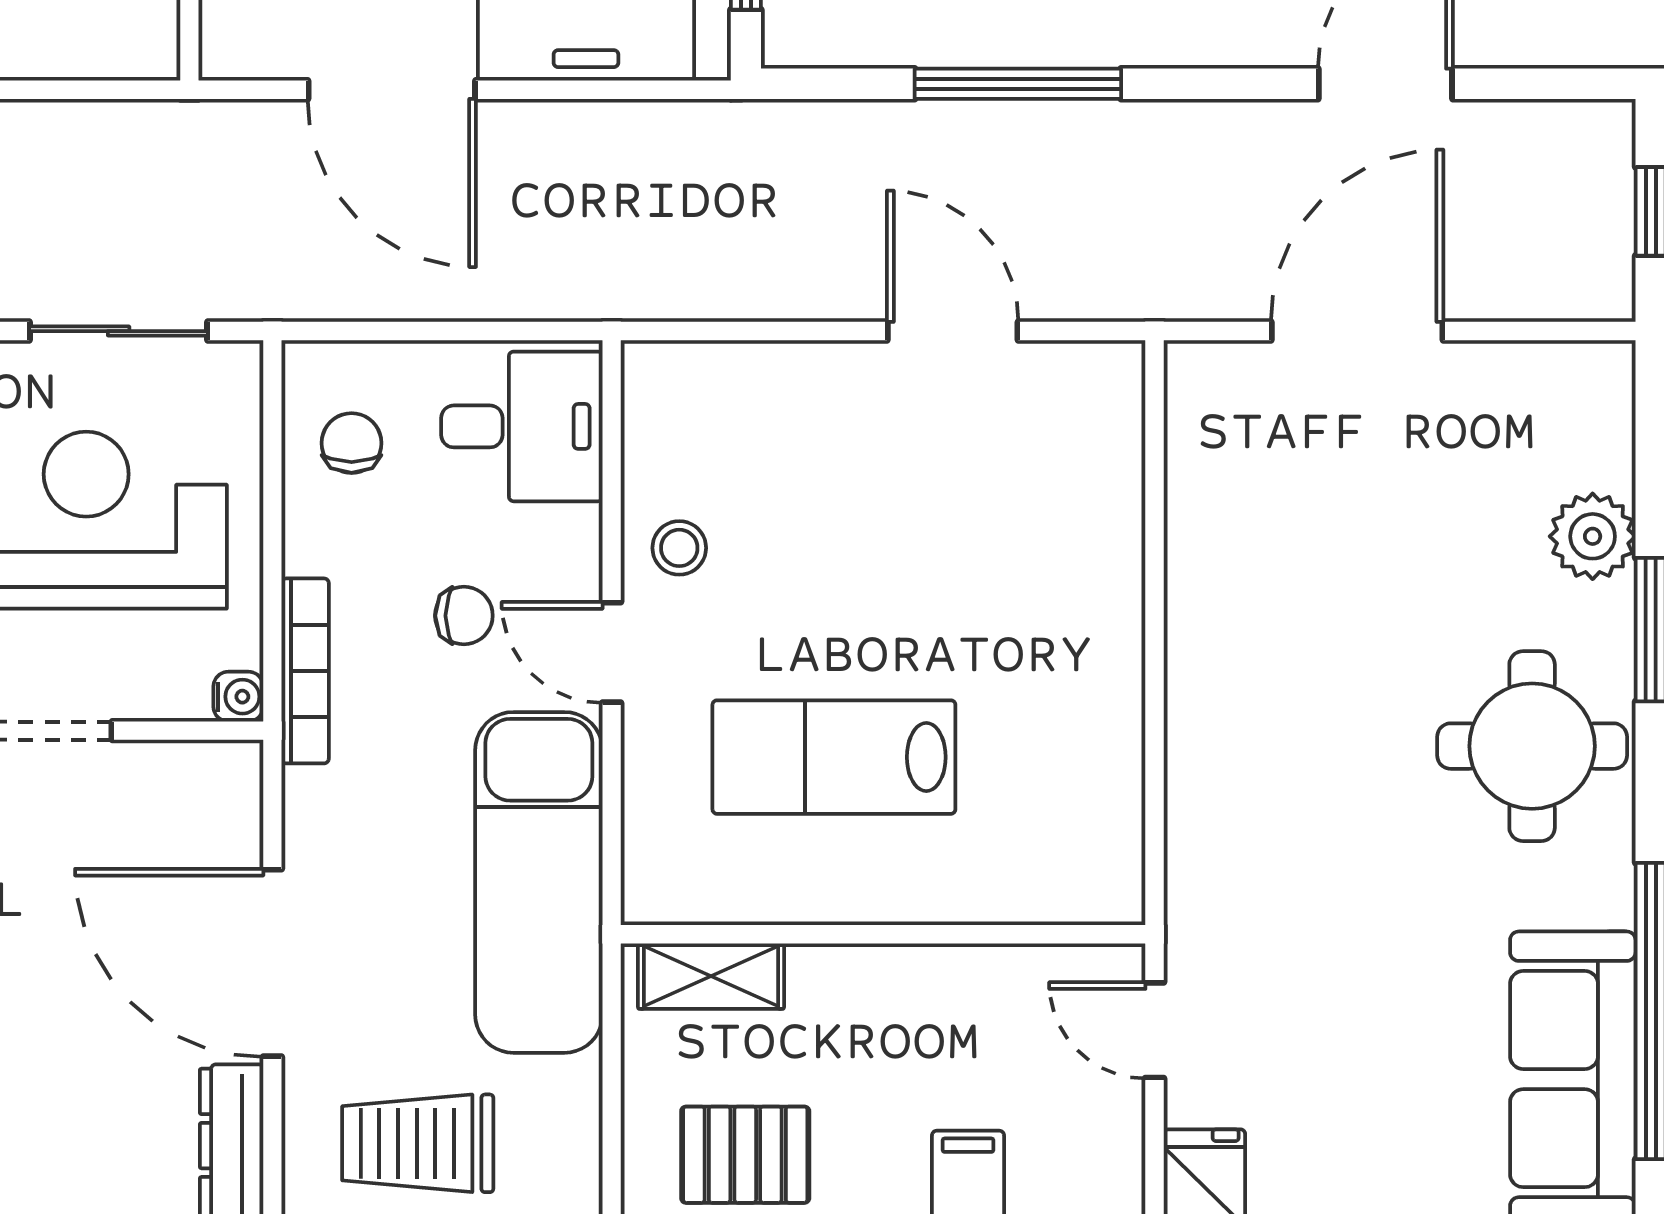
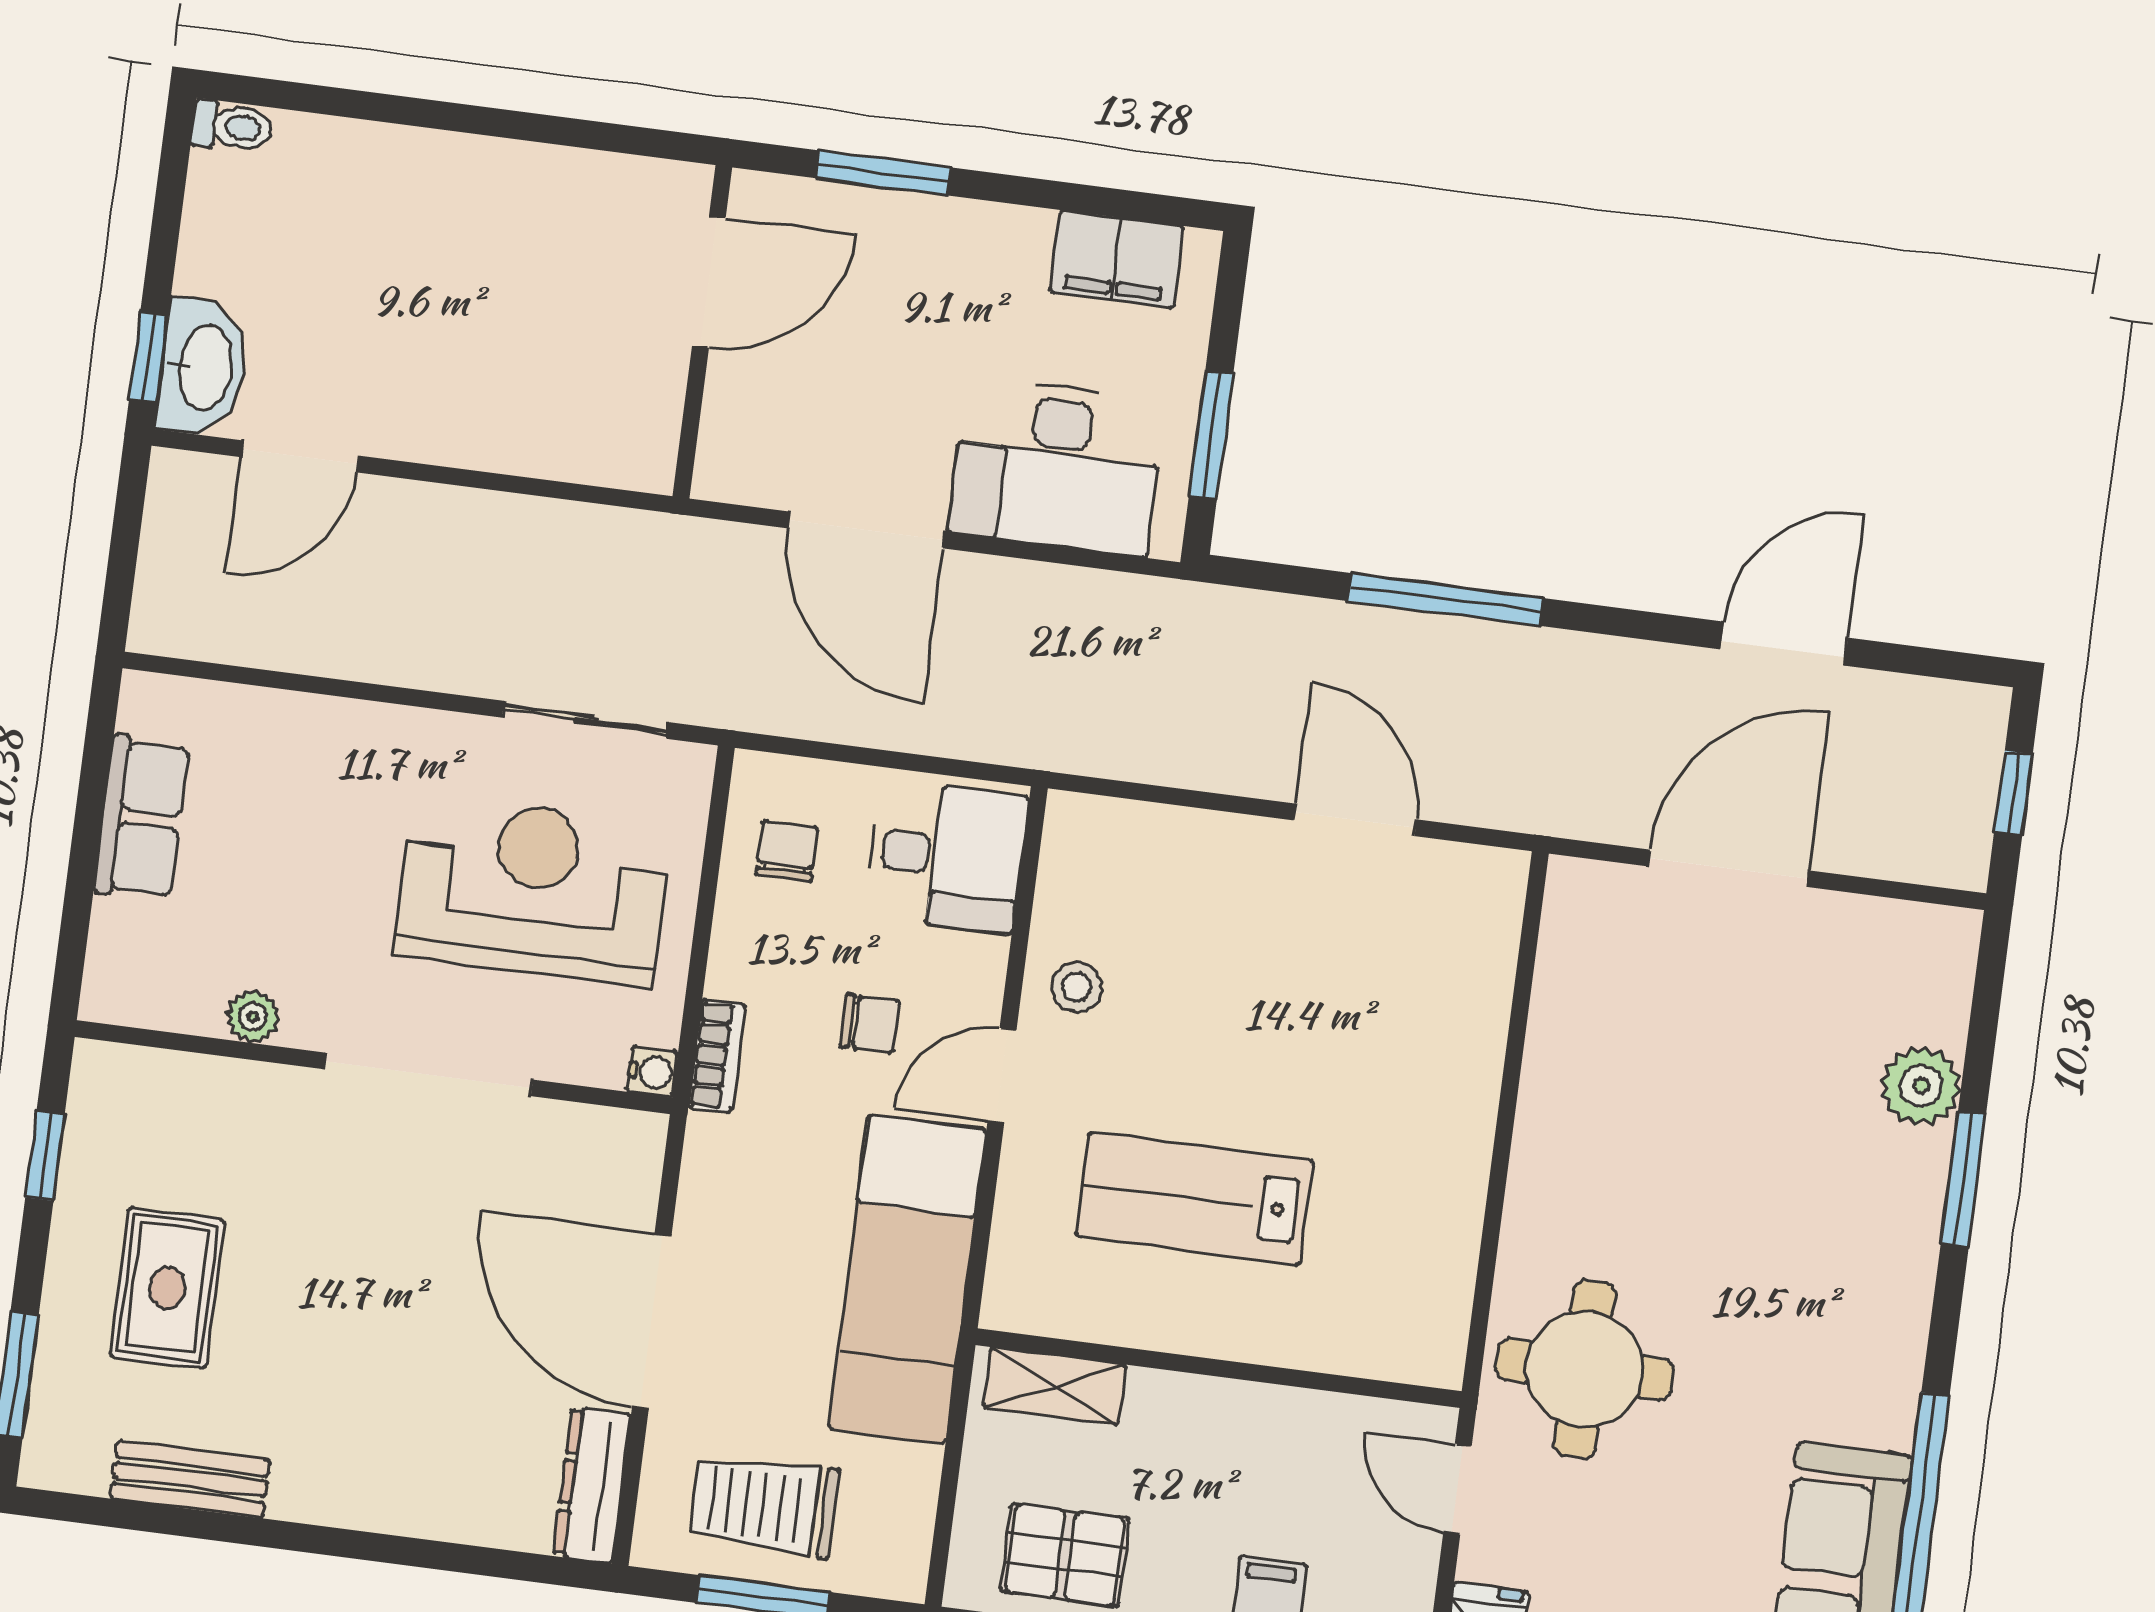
door: (612, 652) -> (1002, 1076), hinge flipped
bookcase: (305, 671) -> (717, 1056), width x0.64
round table: (1532, 746) -> (1585, 1369), moved

